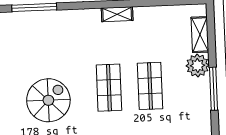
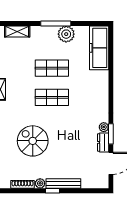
plant: (198, 66) -> (66, 34), moved
spiral stairs: (48, 100) -> (33, 141), moved

